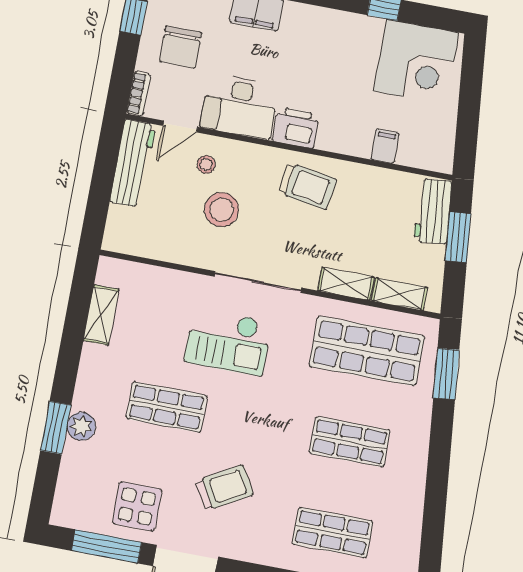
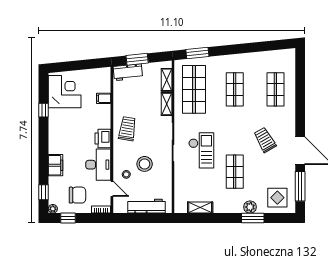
workbench: (133, 163) -> (146, 206), moved
display table: (137, 506) -> (277, 198), moved

